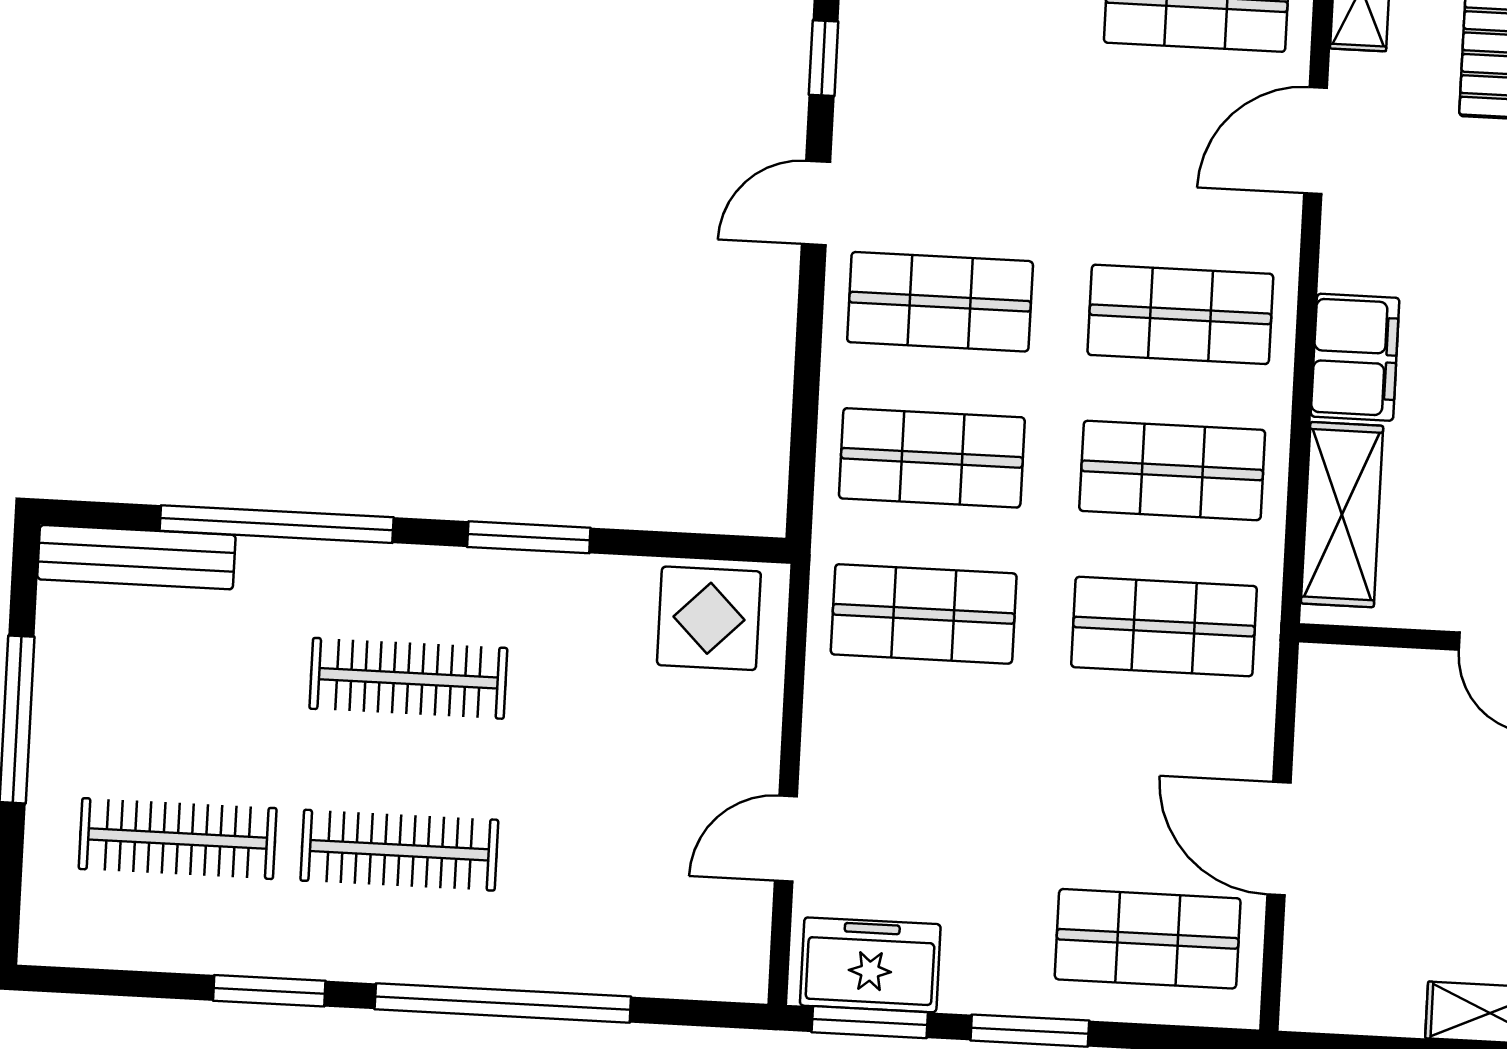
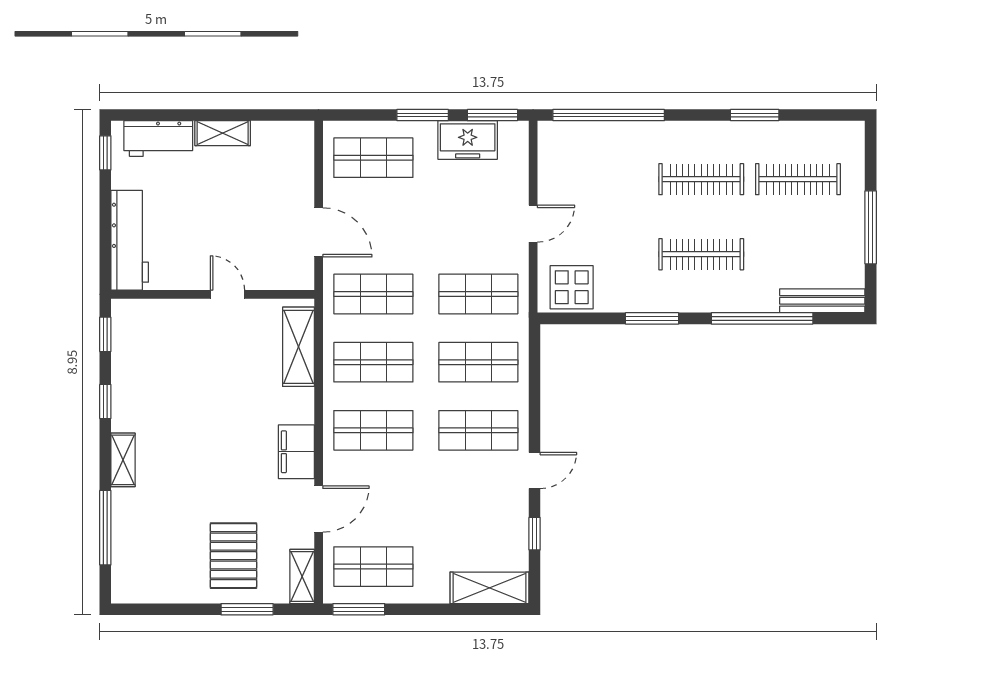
filing cabinet: (1355, 357) -> (296, 452), moved
door: (786, 839) -> (533, 224), moved
door: (1279, 839) -> (319, 232), moved
freezer: (870, 965) -> (468, 140), moved
window: (503, 1003) -> (609, 115), moved

